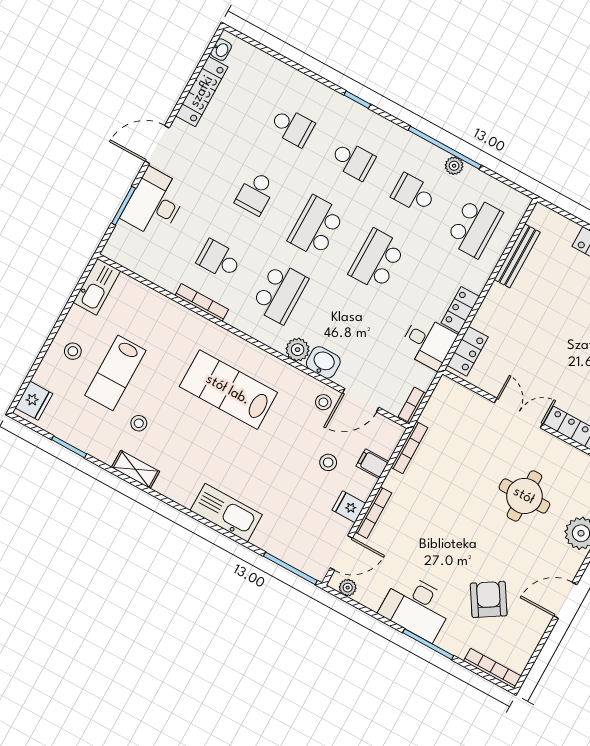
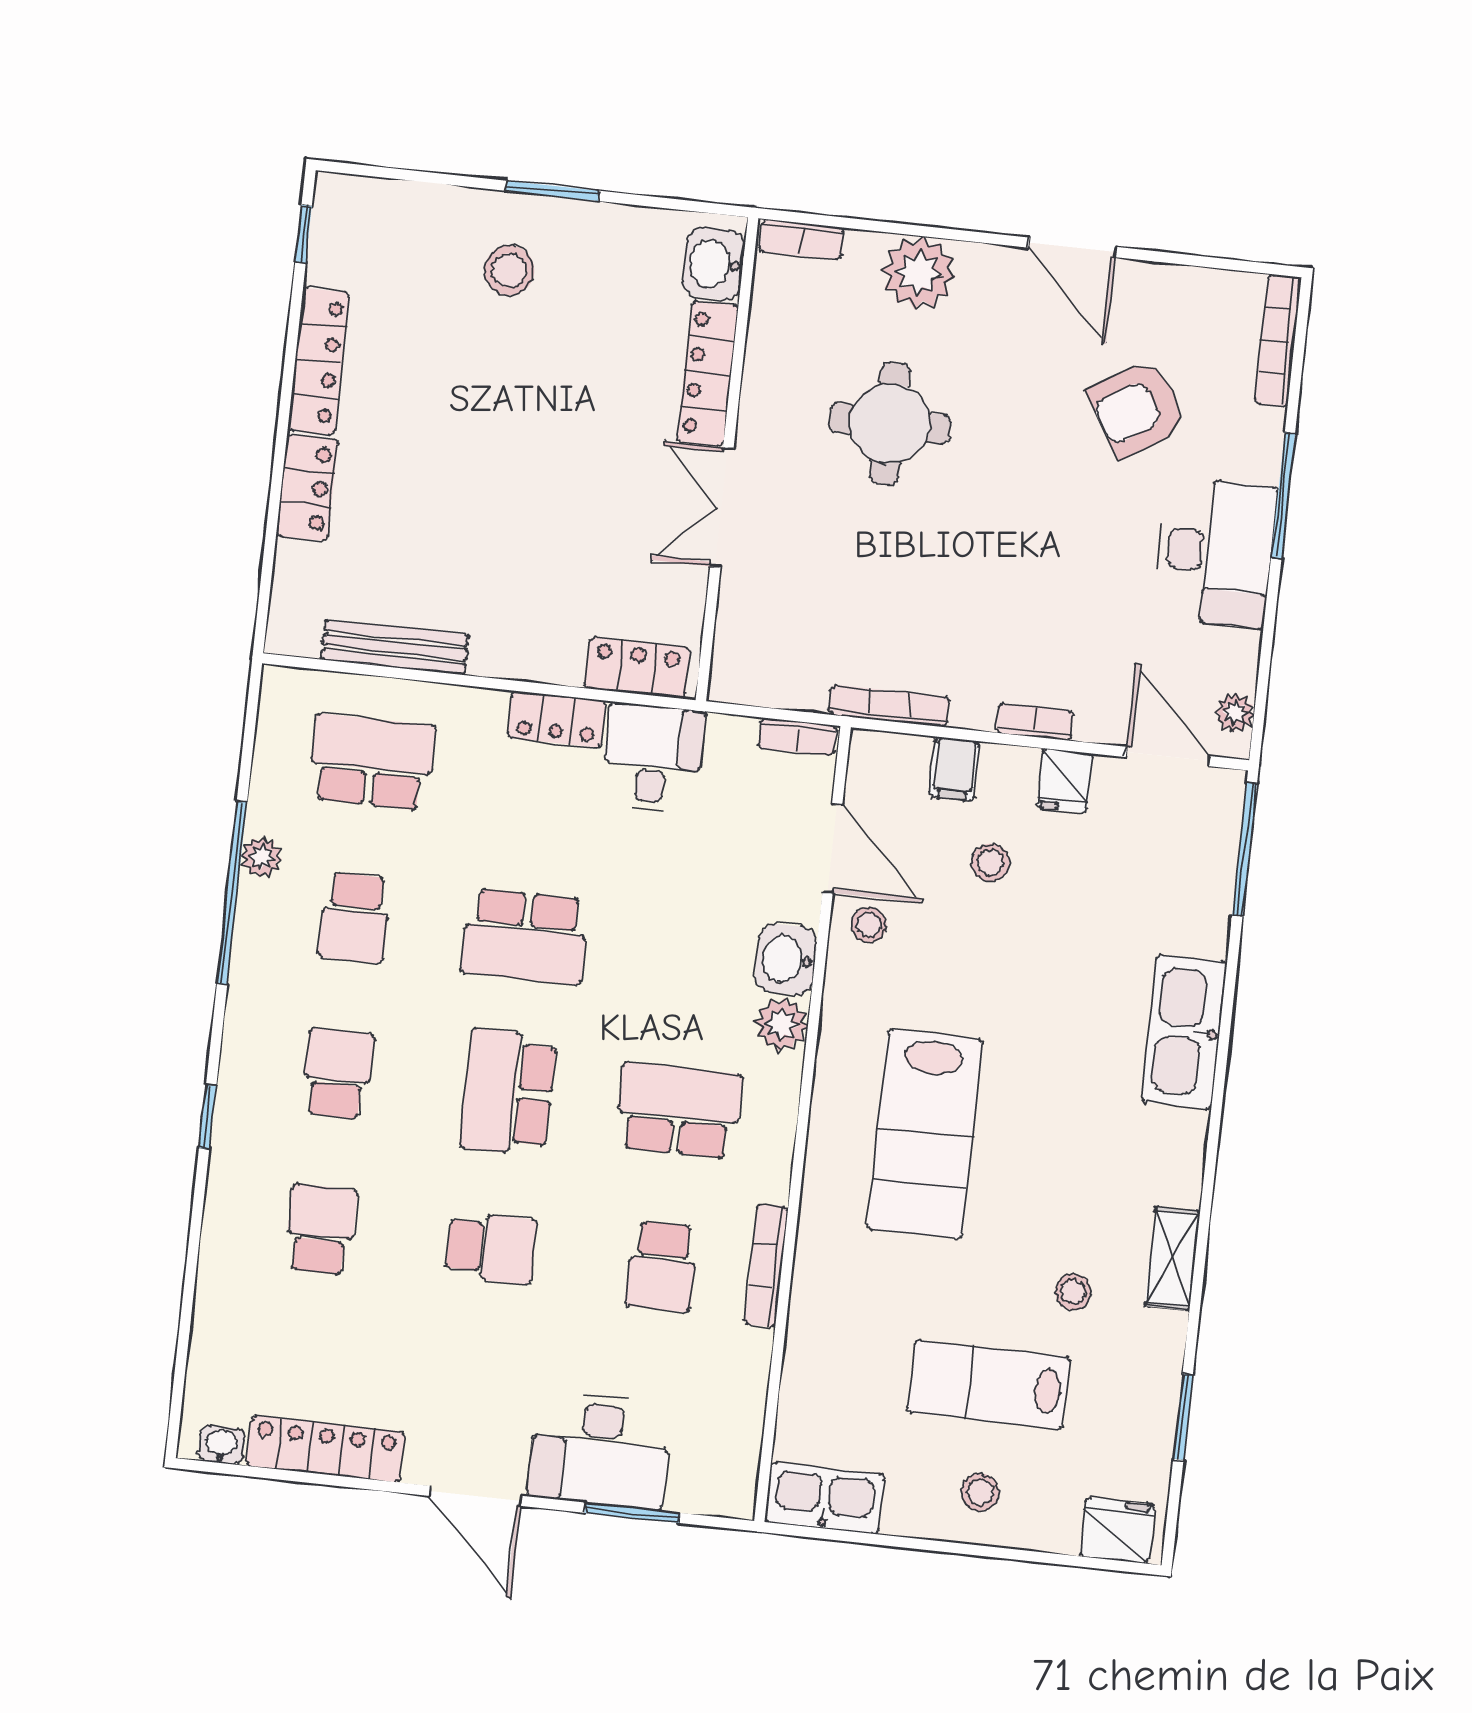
school desk: (316, 227) -> (508, 1092), turned 90
lab bench: (115, 373) -> (989, 1385), turned 180
bookcase: (374, 513) -> (1035, 722), width x0.64

